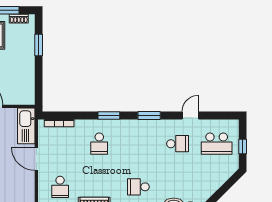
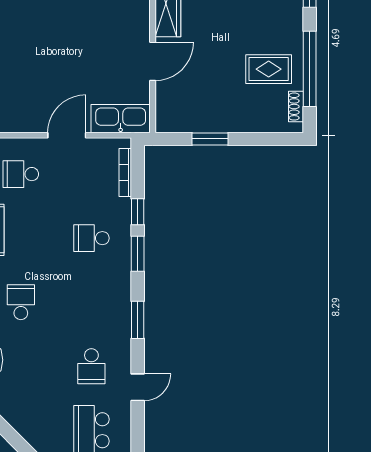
window: (39, 45) -> (210, 139), moved
window: (83, 115) -> (138, 212), added
door: (190, 115) -> (138, 387), hinge flipped

